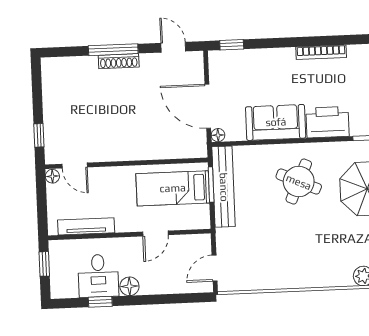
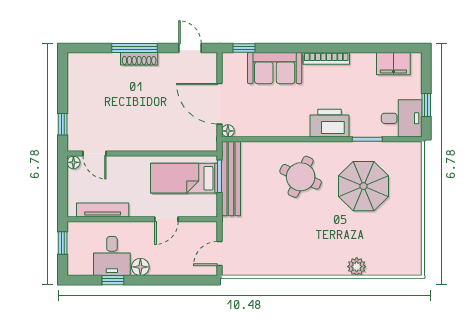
sofa: (276, 122) -> (275, 68), moved, turned 180

